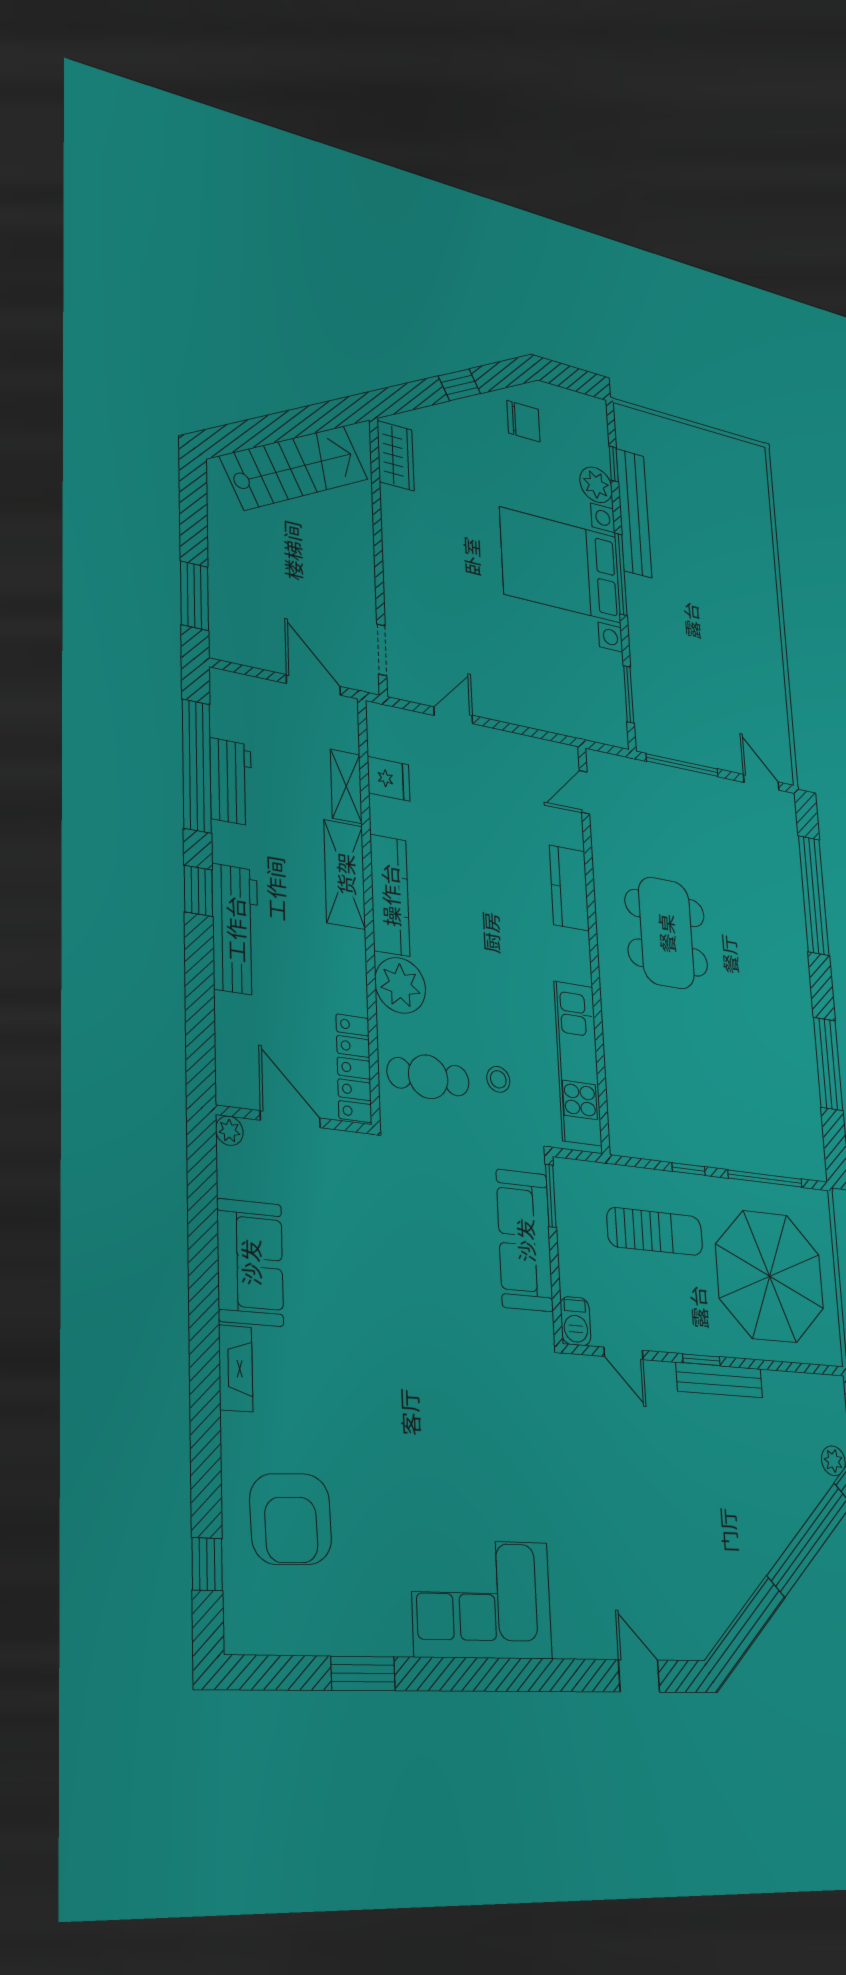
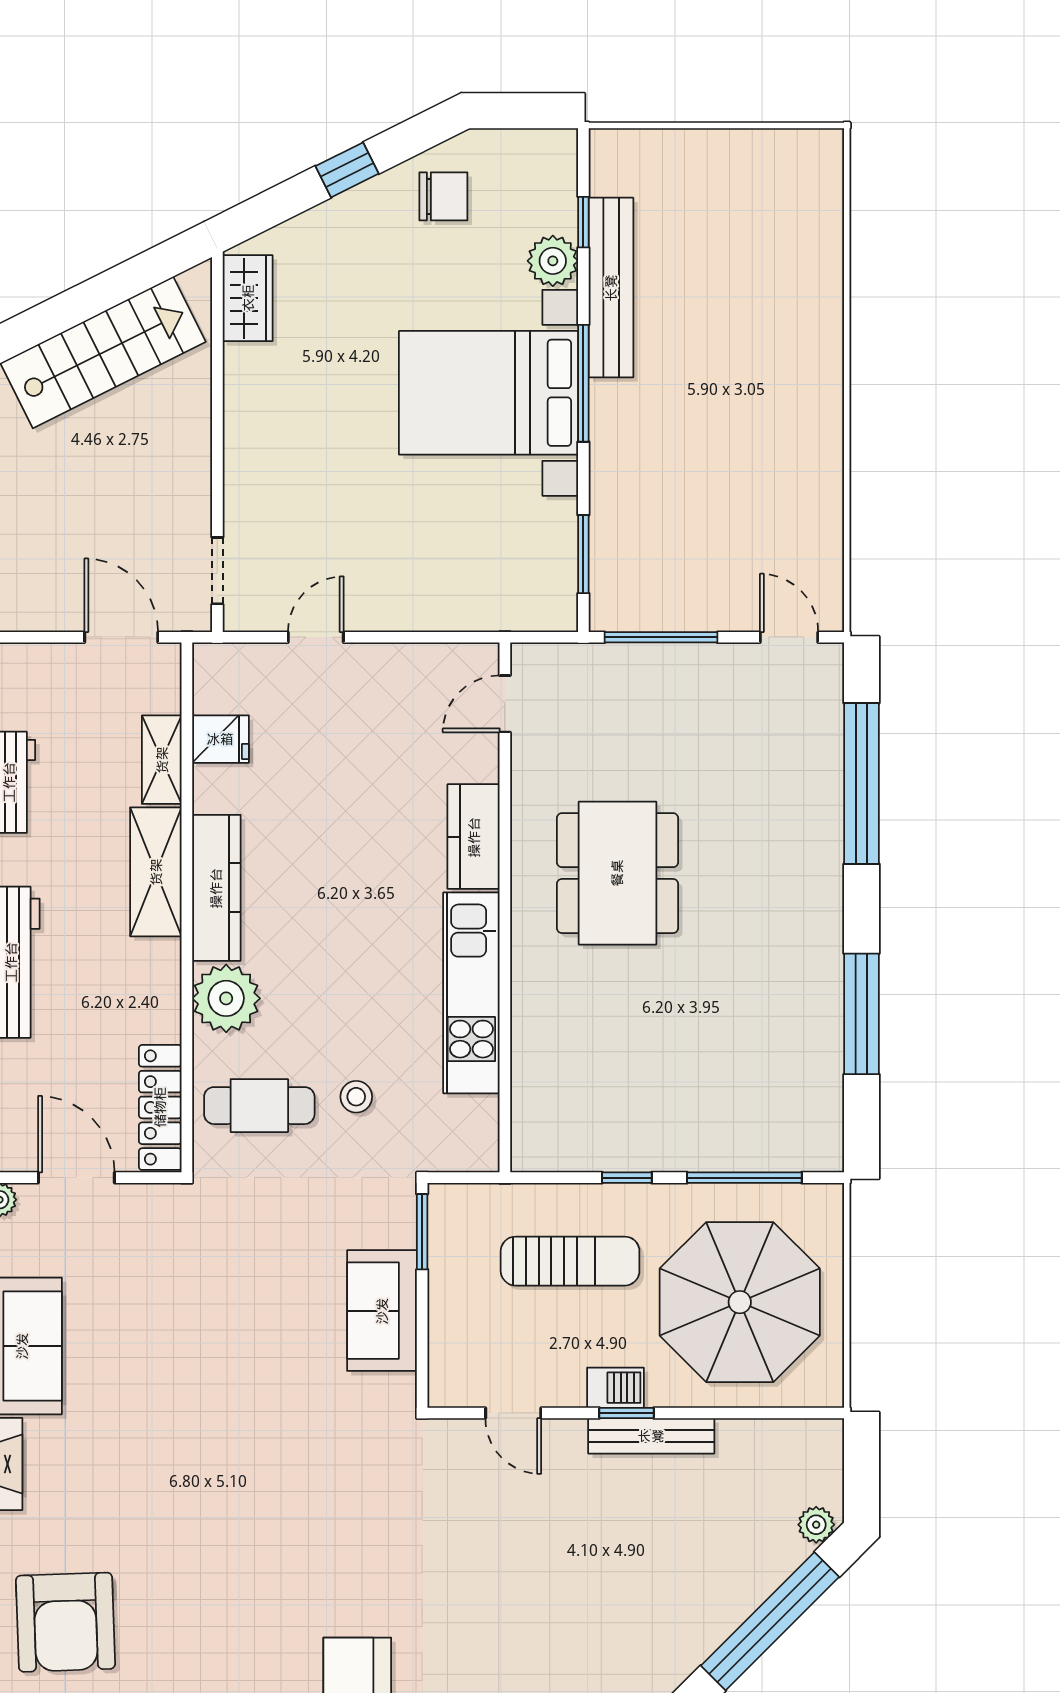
kitchen unit: (578, 1063) -> (471, 993), moved
sofa: (525, 1240) -> (382, 1311), width x0.73
barbecue: (576, 1321) -> (615, 1388), moved, turned -90

